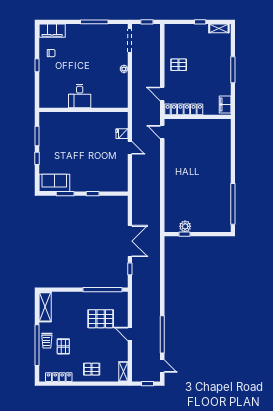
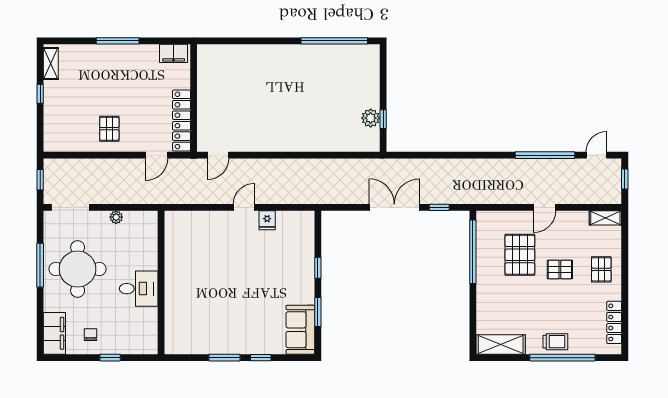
round table: (92, 45) -> (78, 269), added
desk: (80, 96) -> (139, 289), moved
wall: (83, 110) -> (161, 282), moved
fridge: (122, 134) -> (267, 220), moved
pallet: (63, 346) -> (560, 270), moved

